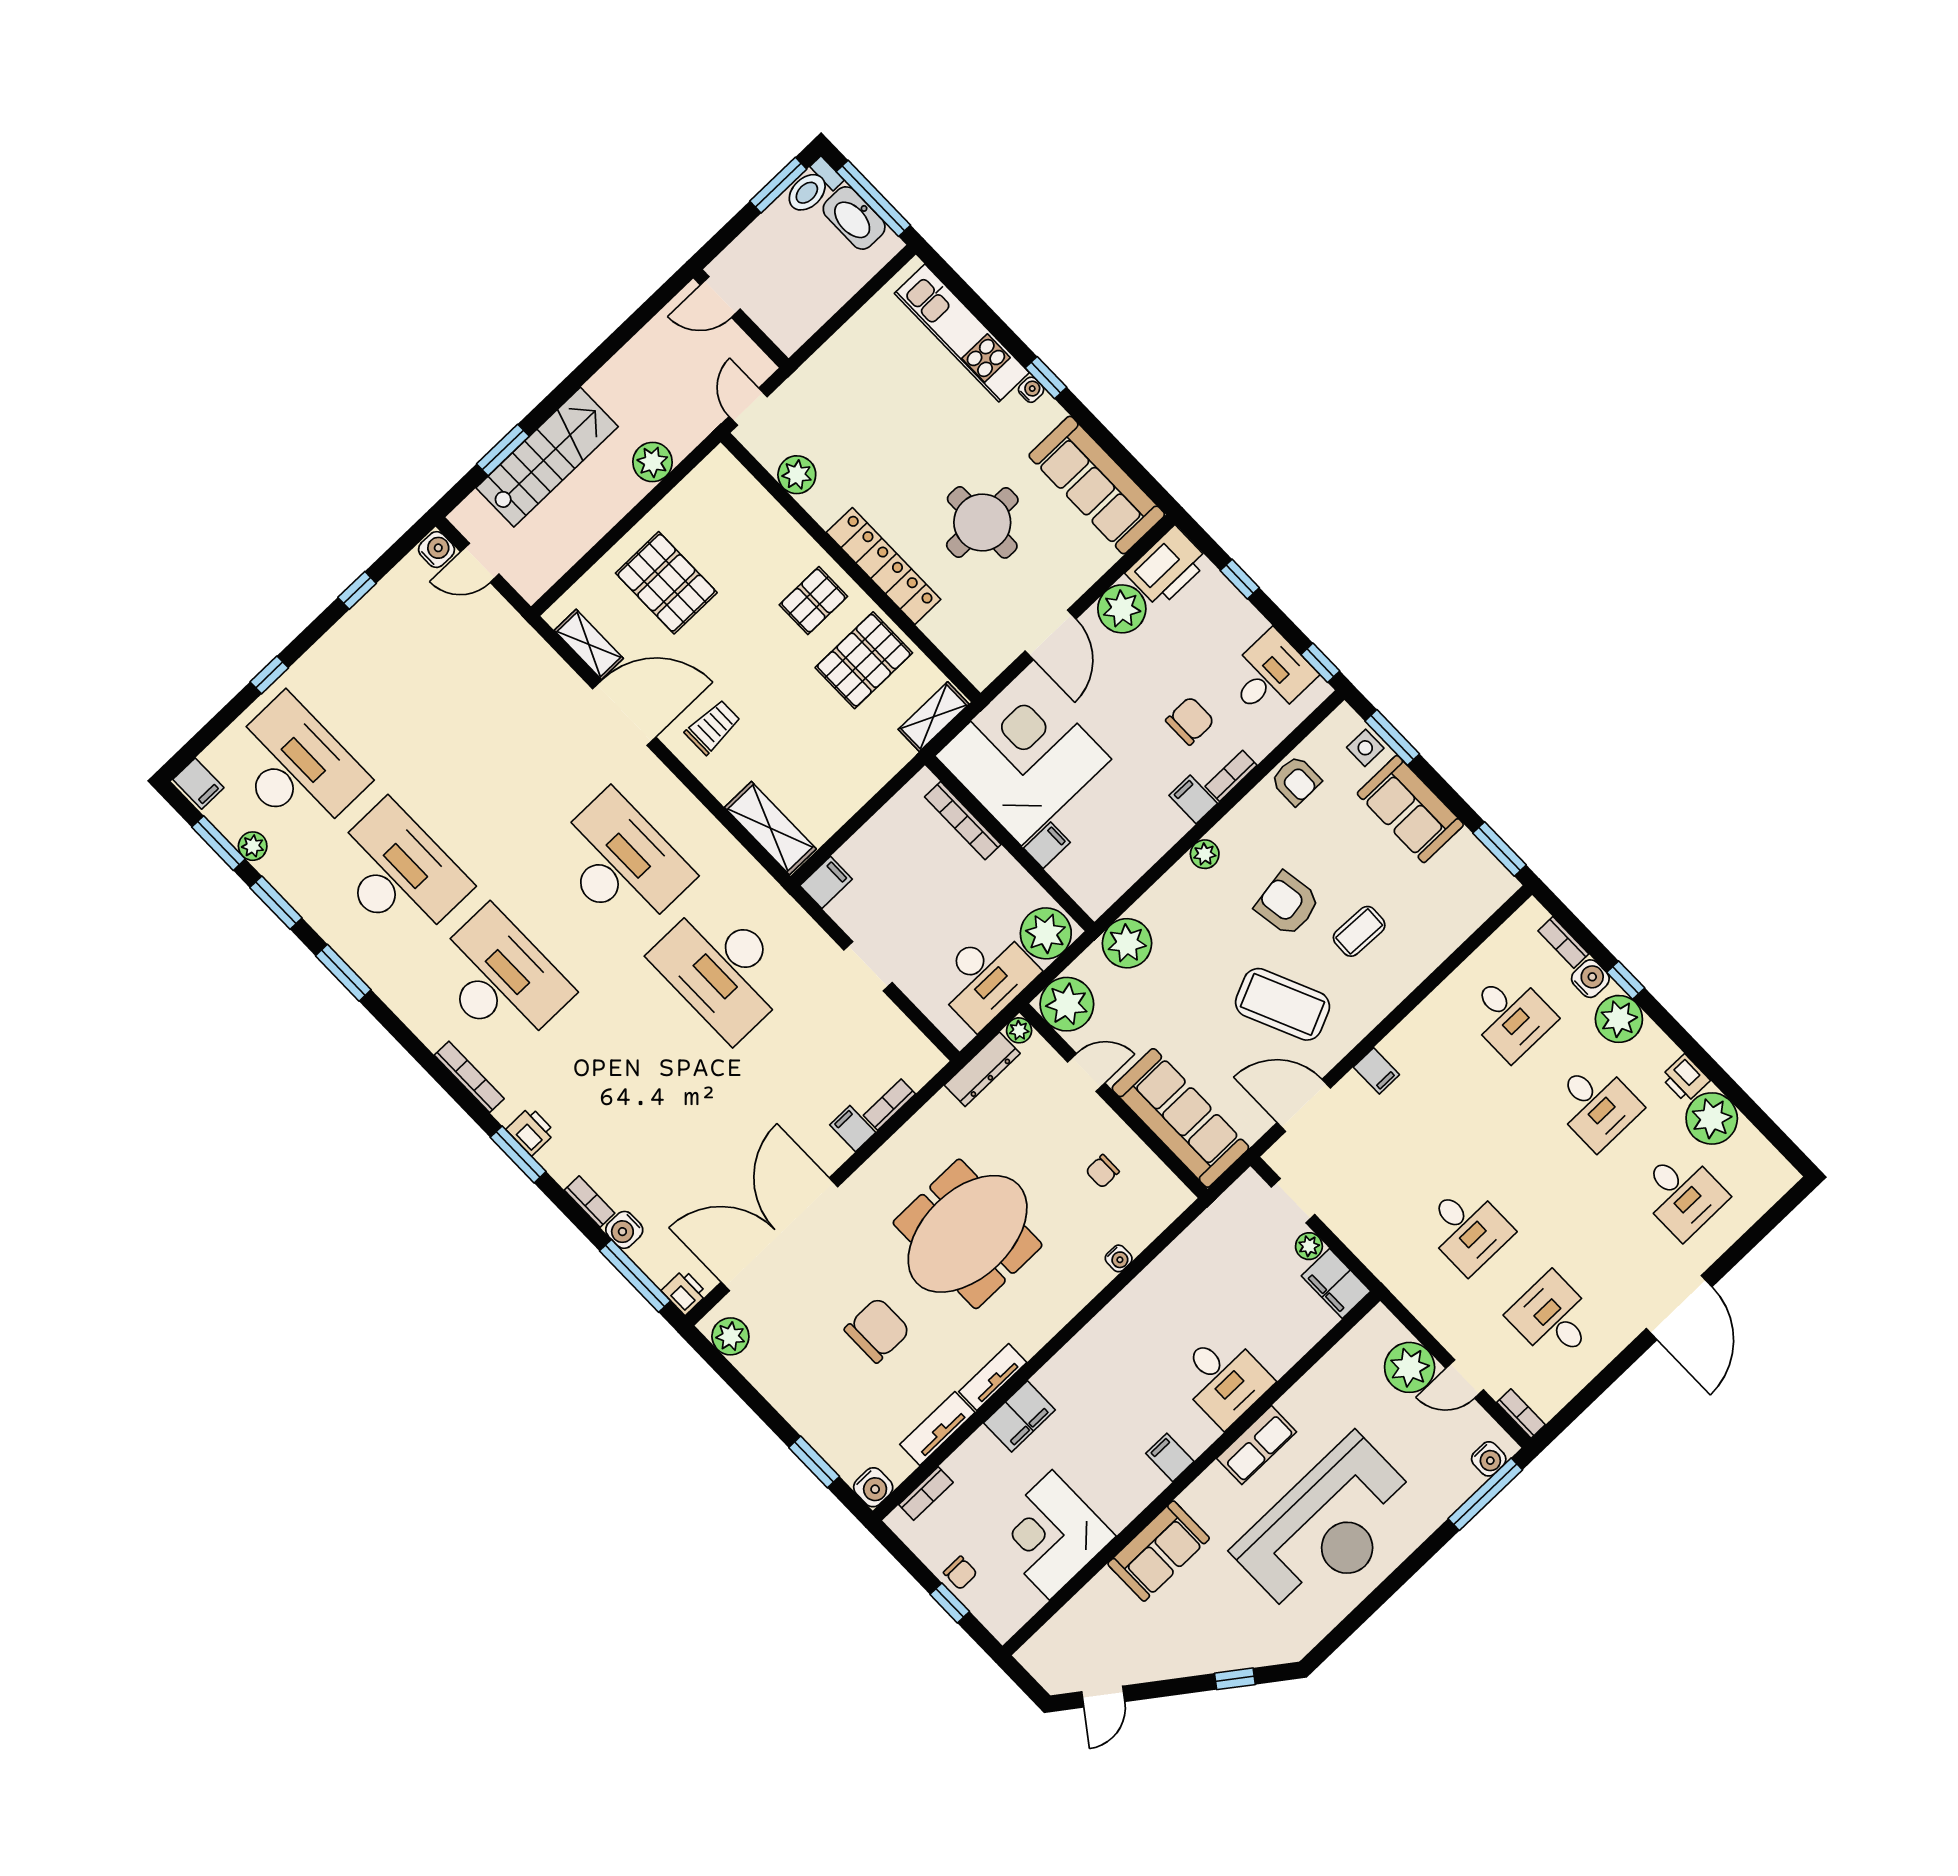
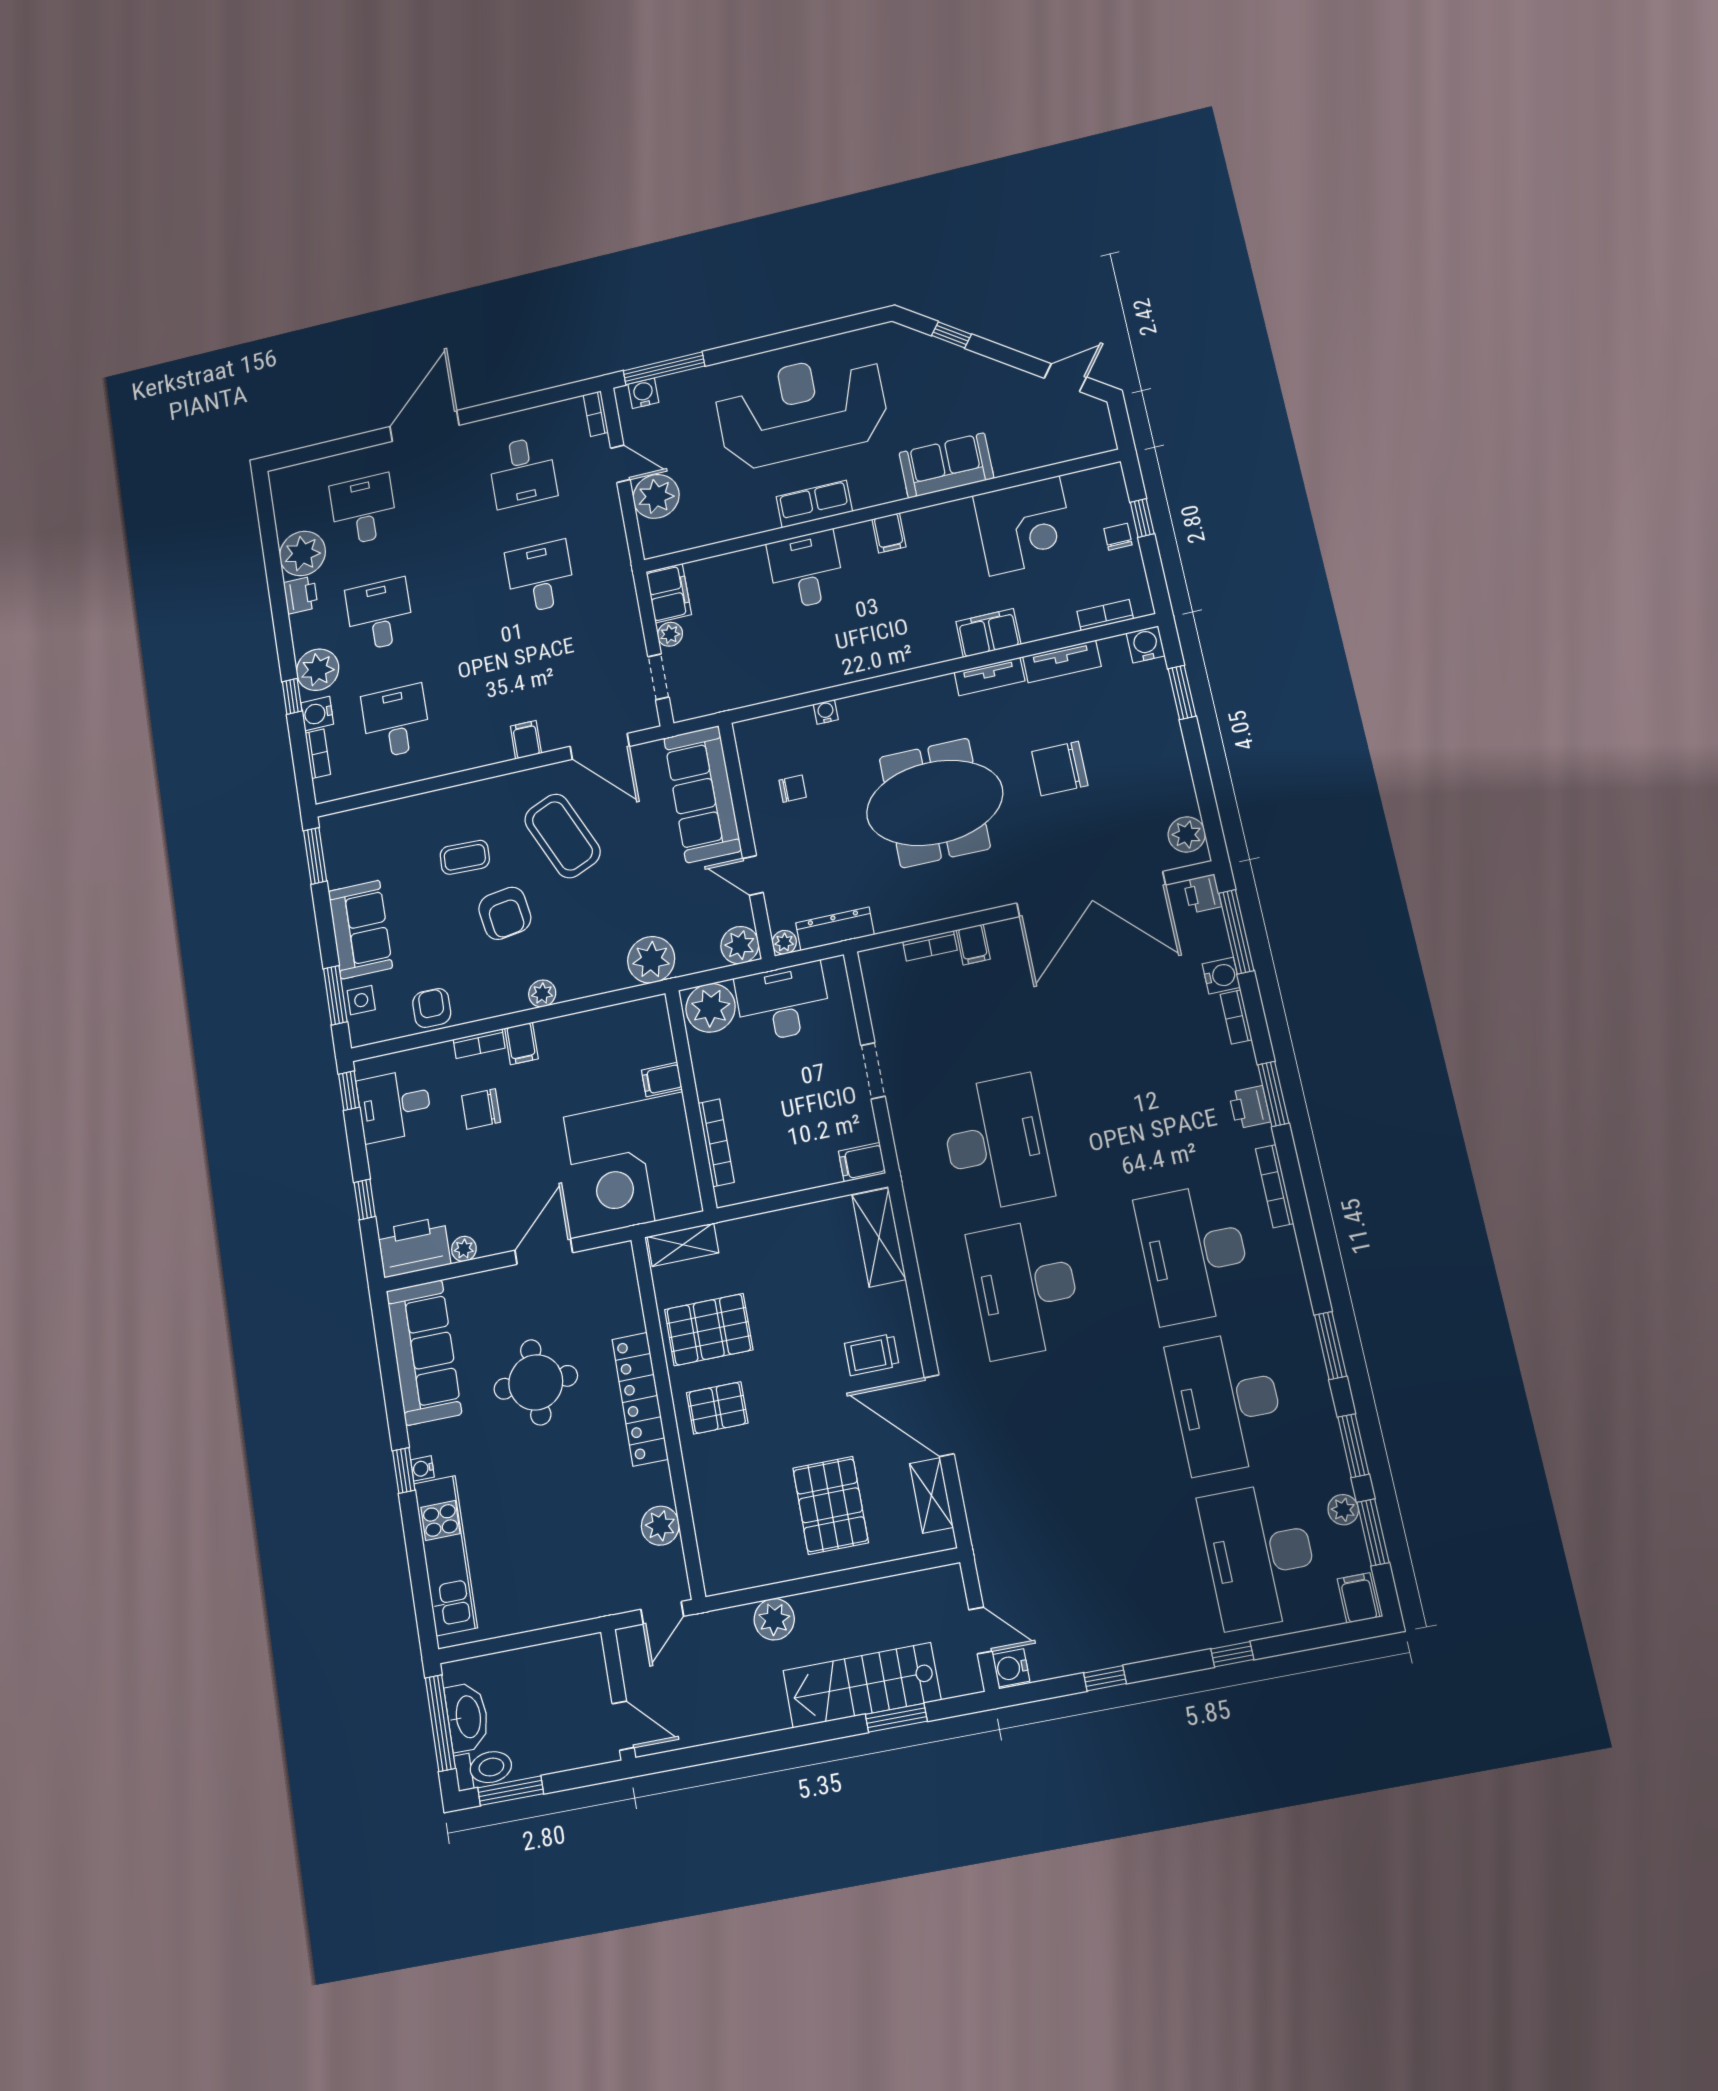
plant: (1122, 609) -> (464, 1249), width x0.53, depth x0.53
plant: (1067, 1004) -> (740, 945), width x0.73, depth x0.73

